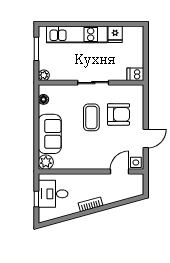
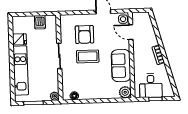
dishwasher: (135, 74) -> (40, 22), moved
armchair: (118, 114) -> (84, 34), turned 180
sofa: (50, 134) -> (121, 66), moved, turned -90

